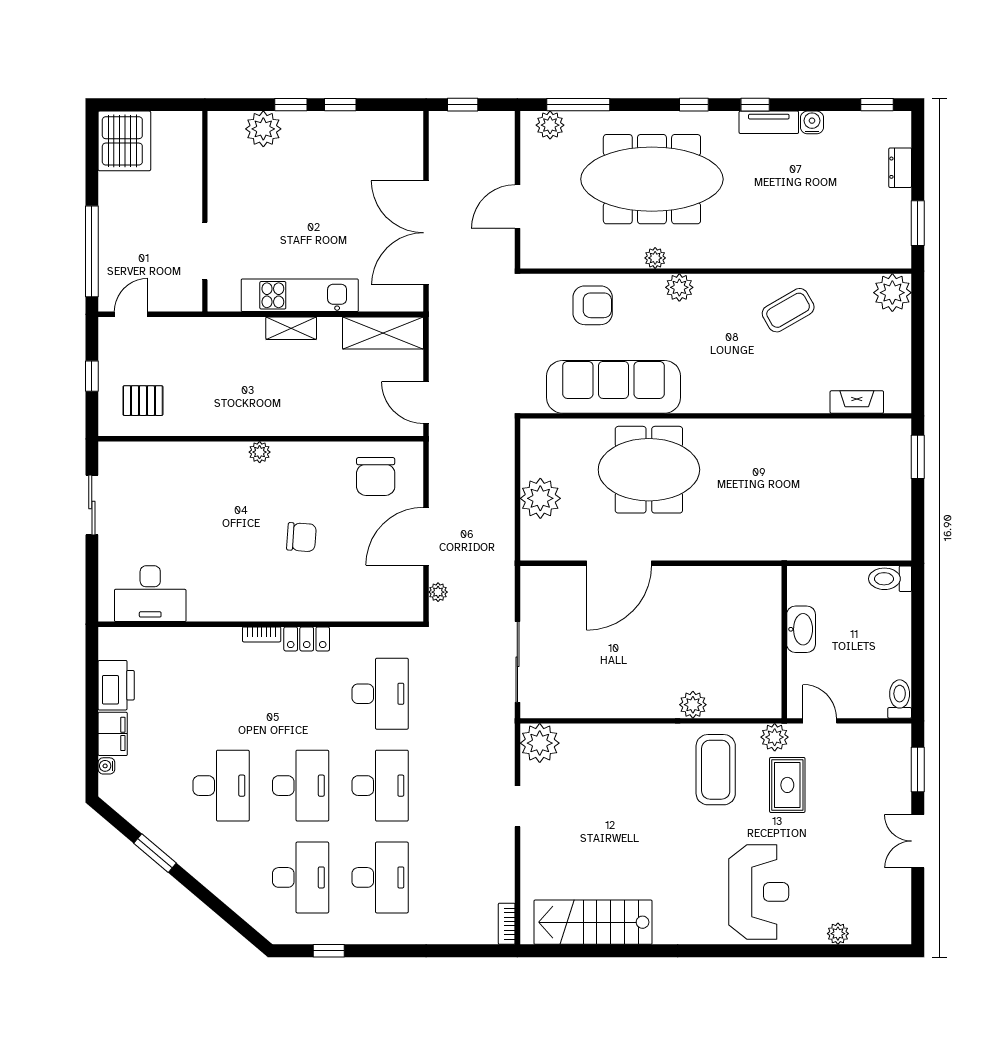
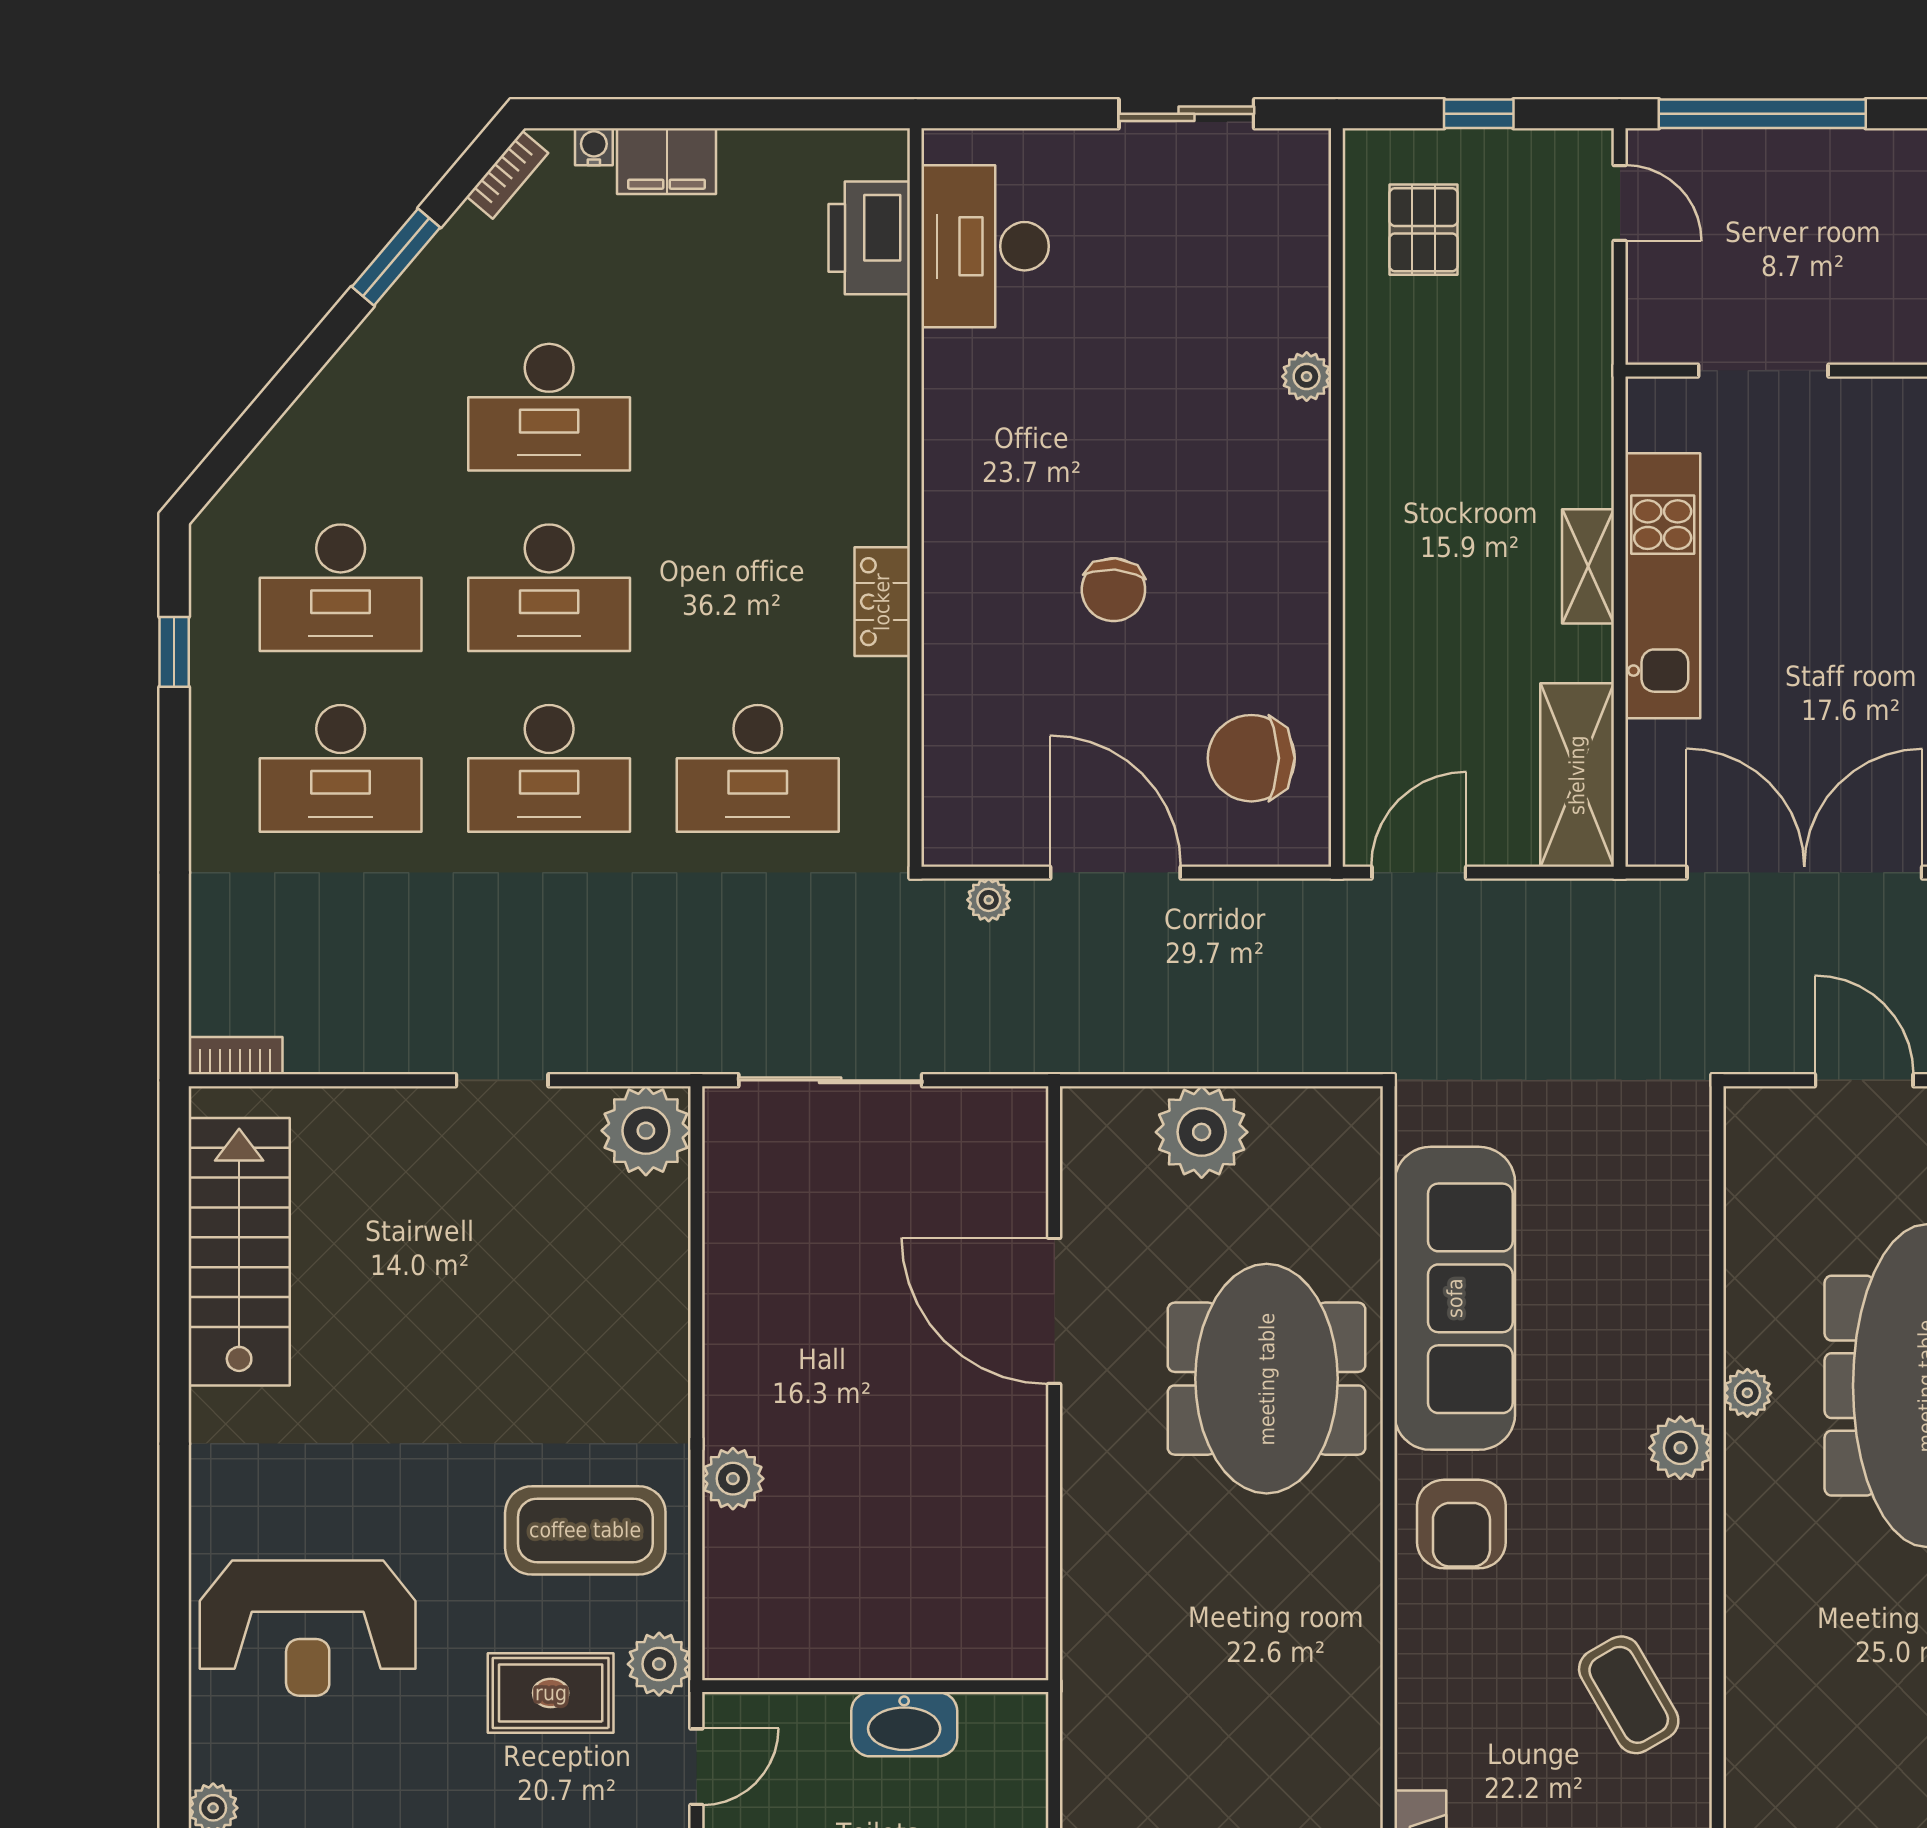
armchair: (593, 305) -> (1461, 1524), moved
plant: (260, 452) -> (1307, 376), moved
bookcase: (262, 634) -> (507, 175), moved, turned -140
printer: (116, 685) -> (869, 238), moved, turned 90

